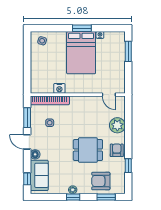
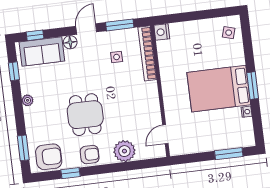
nightstand: (59, 88) -> (162, 32), moved
armchair: (101, 181) -> (49, 157), moved, turned 90
window: (73, 197) -> (14, 71), moved

